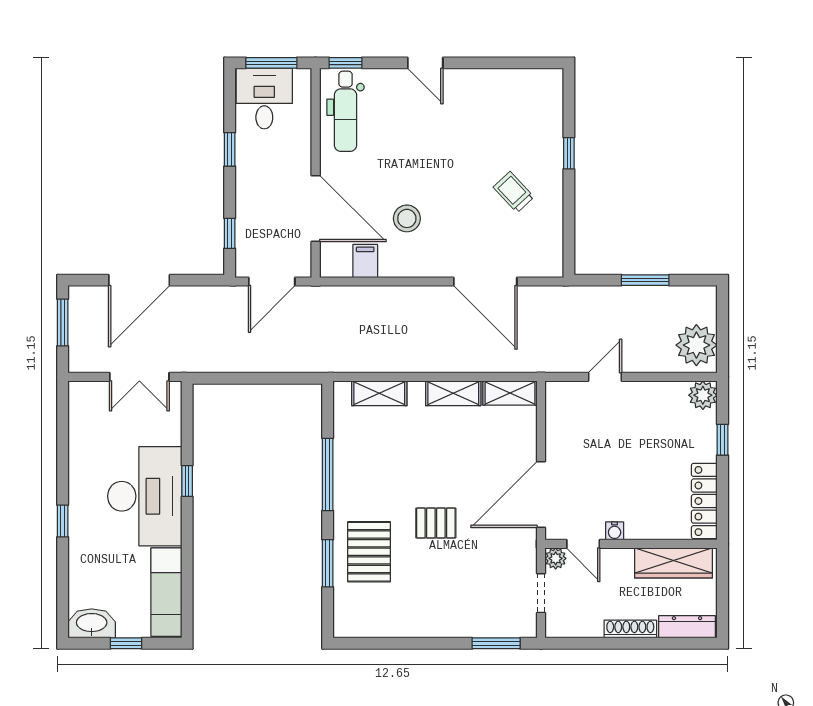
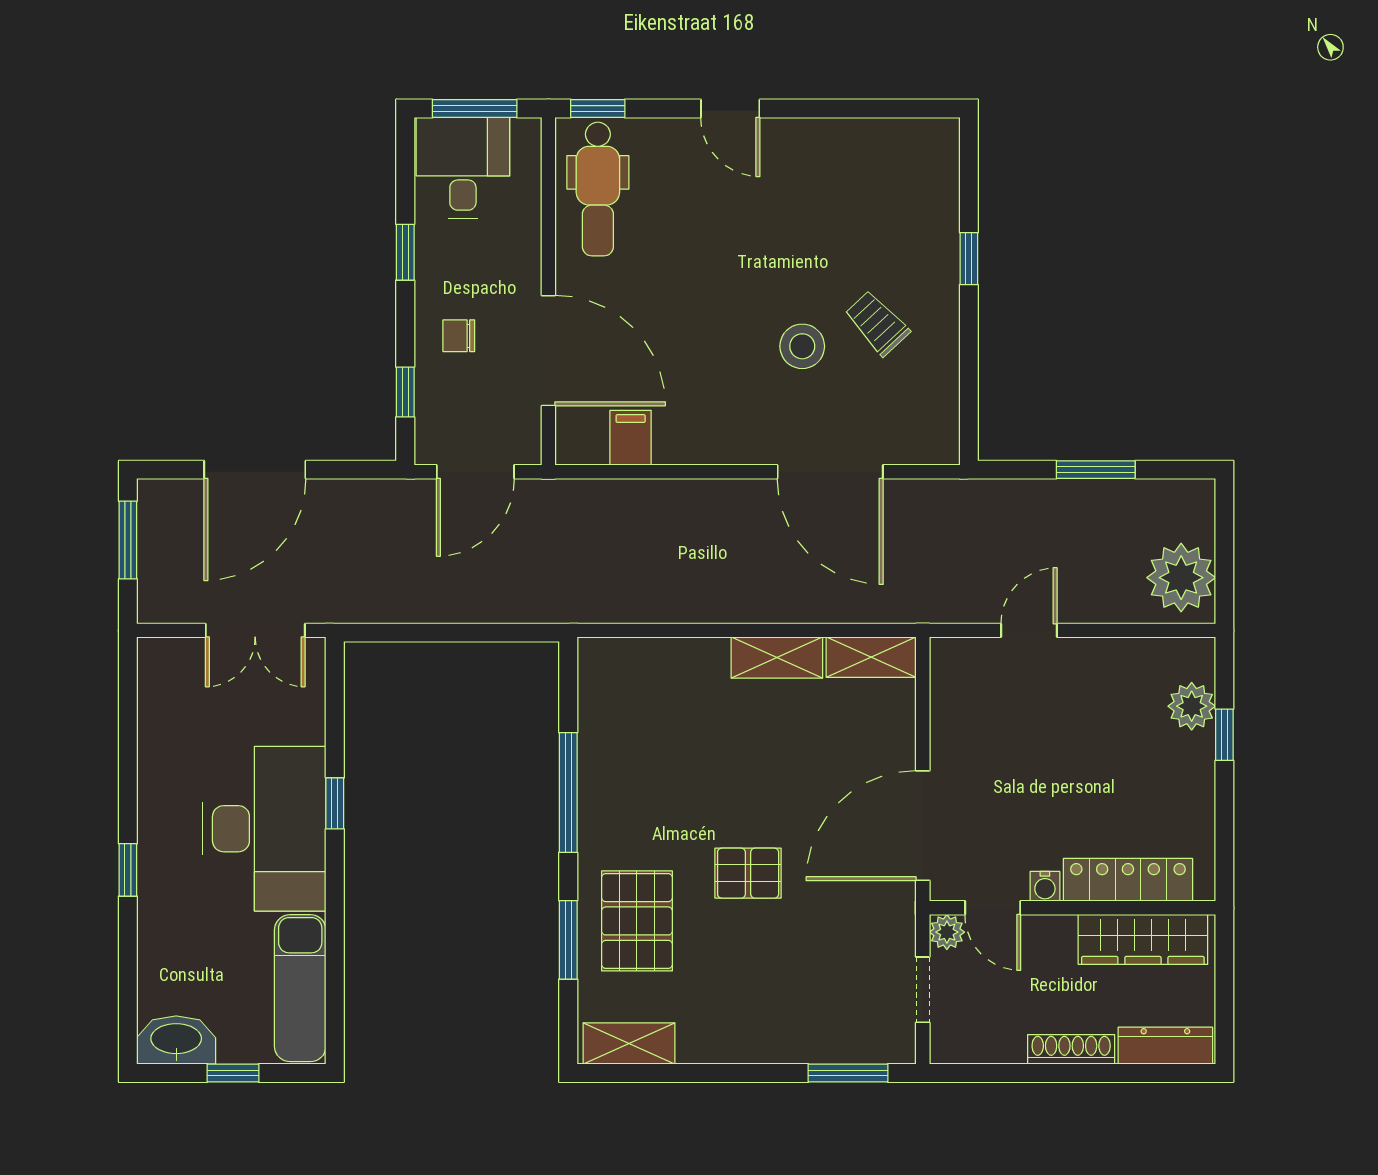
chair: (262, 200) -> (459, 336), added
stool: (407, 218) -> (802, 346), moved
shelving: (379, 393) -> (629, 1043), moved
plant: (703, 395) -> (1192, 706), moved
locker: (704, 501) -> (1128, 880), moved, turned 90

